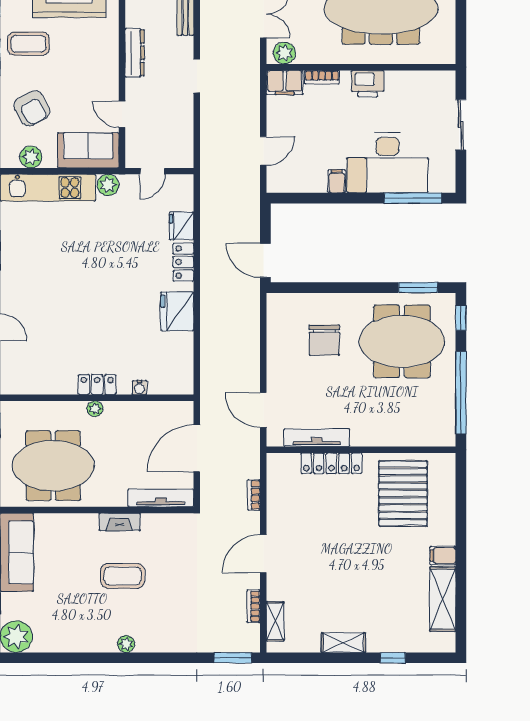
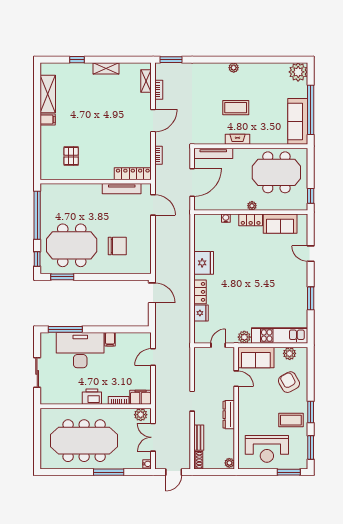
chair: (324, 340) -> (117, 246), turned 90
sofa: (47, 378) -> (280, 224), added
locker: (331, 463) -> (133, 174), moved
pallet: (403, 493) -> (71, 156), width x0.49, depth x0.50

